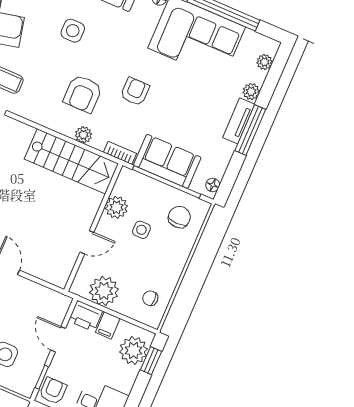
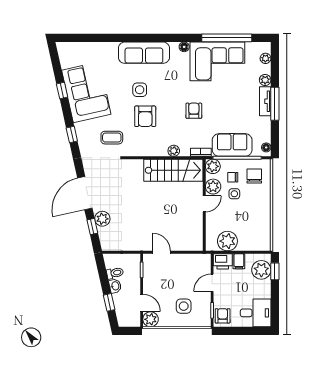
armchair: (83, 94) -> (145, 116), moved
plant: (128, 179) -> (213, 166), added
door: (87, 242) -> (204, 204), moved
chair: (150, 298) -> (233, 177), moved
door: (58, 339) -> (212, 283), hinge flipped

